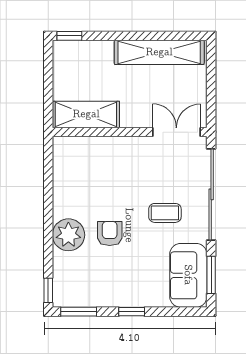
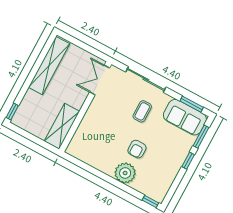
sliding door: (211, 194) -> (146, 79), width x0.73
armchair: (110, 233) -> (137, 149), turned -90
window: (79, 312) -> (201, 137), moved

